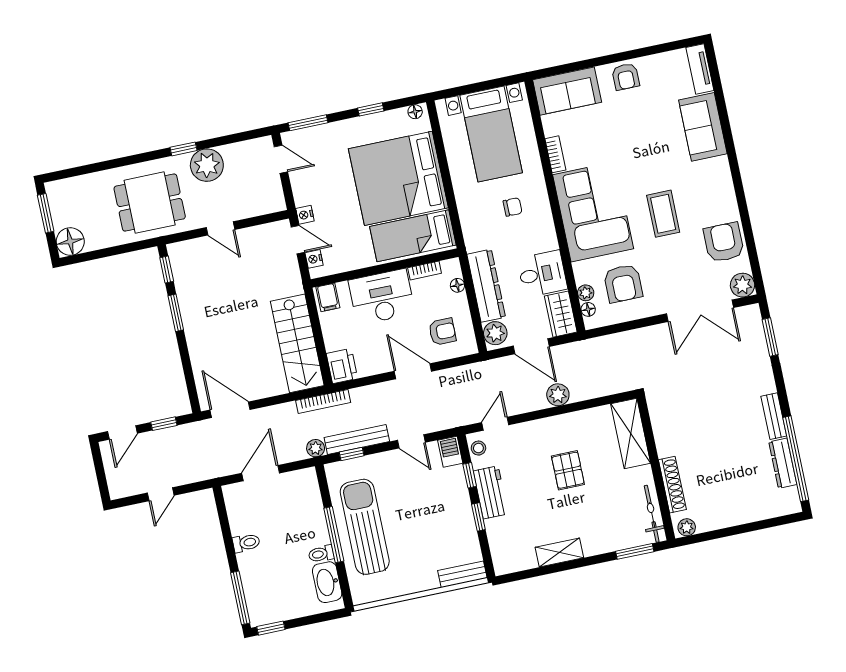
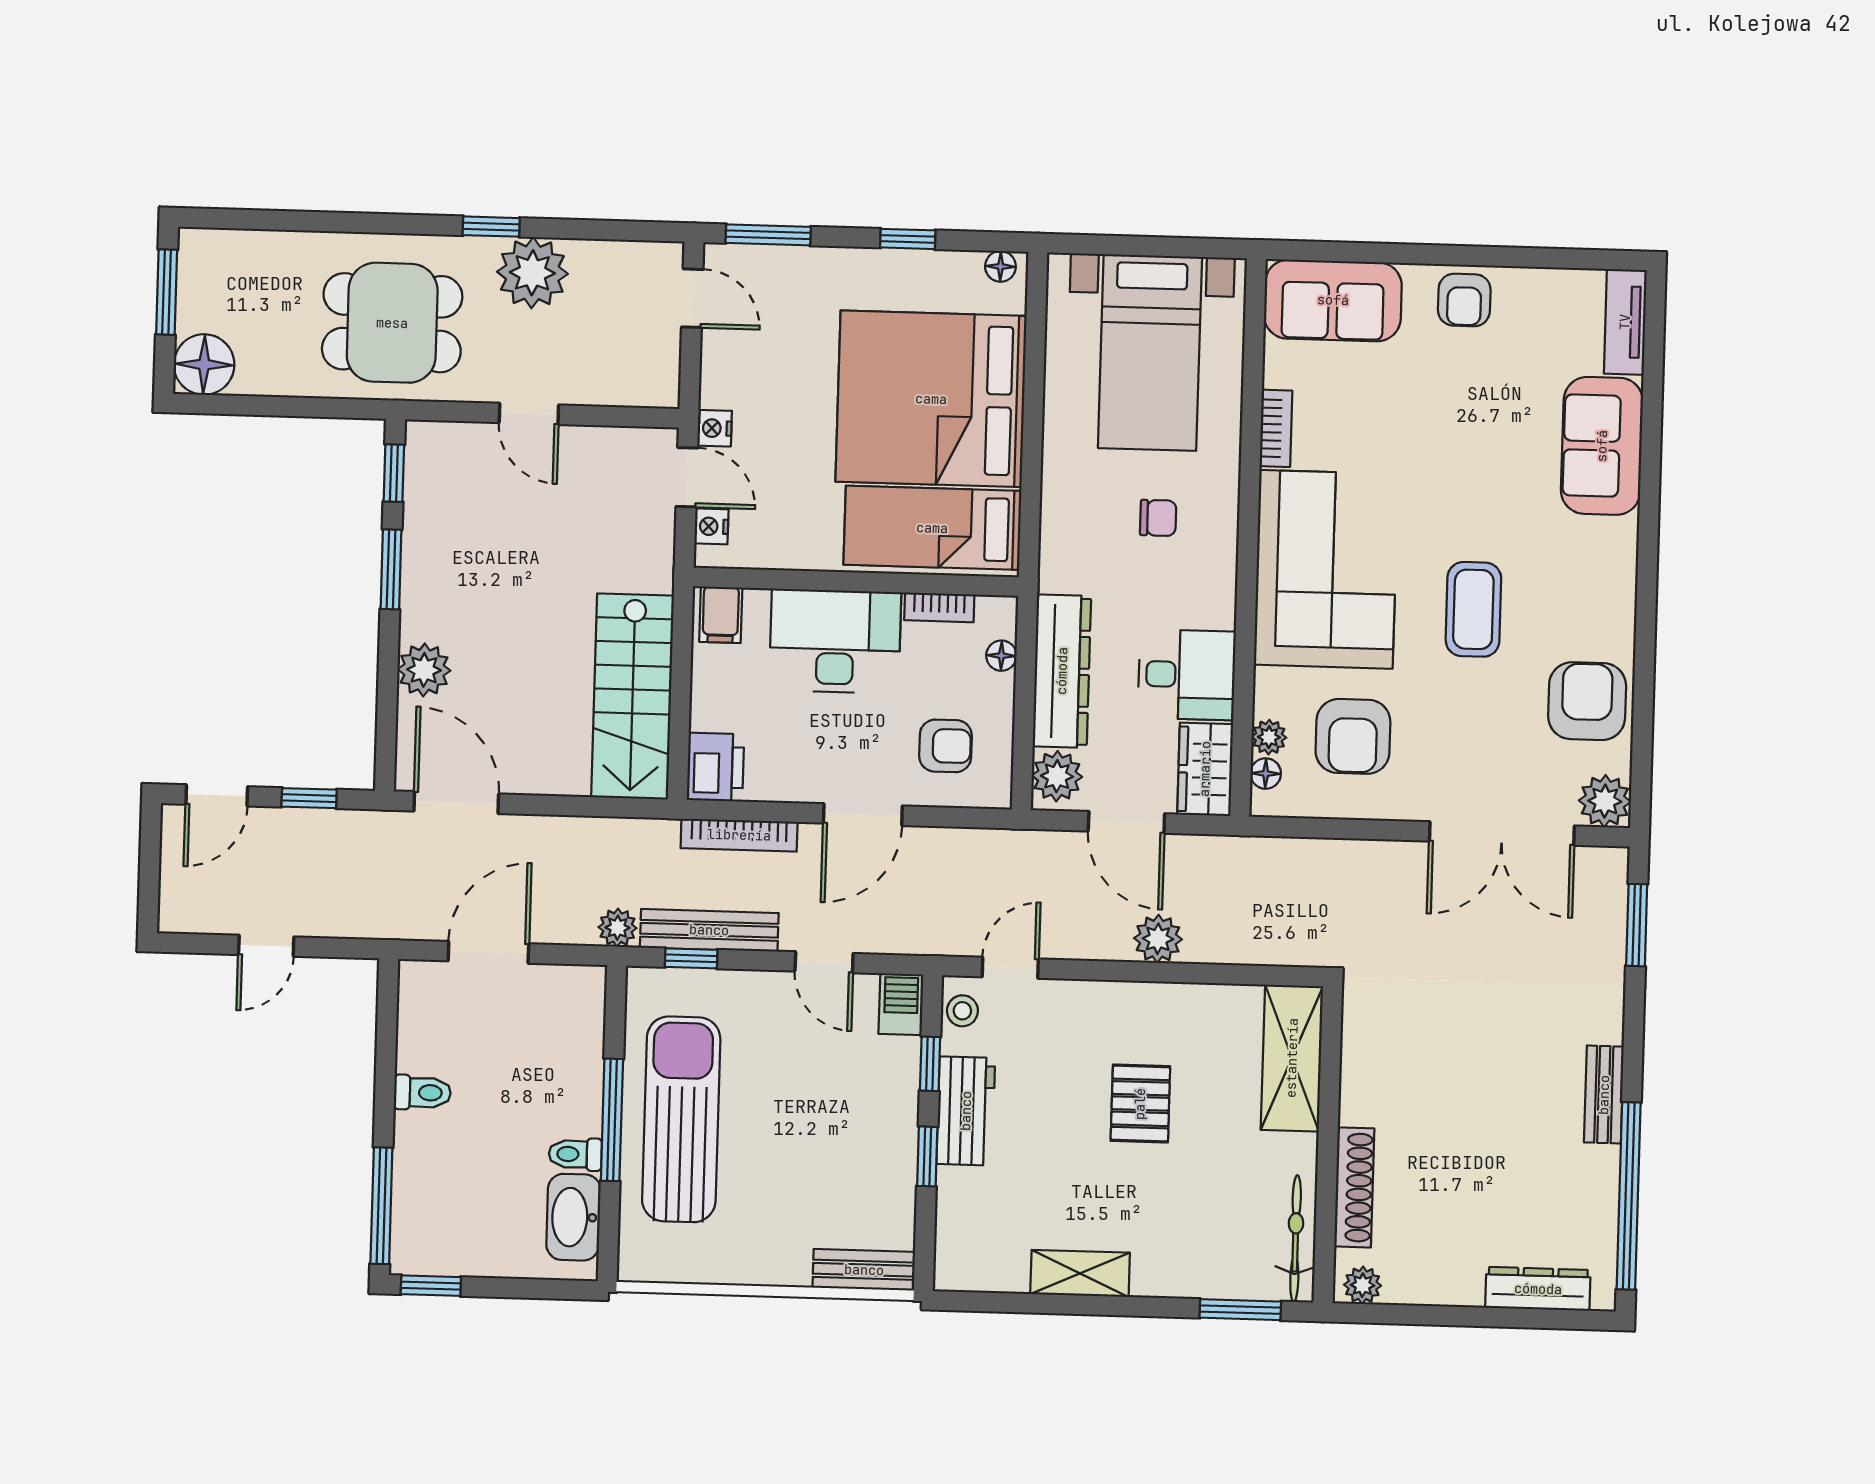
plant: (201, 354) -> (424, 670), added
door: (413, 371) -> (863, 815), swing flipped
bookcase: (323, 401) -> (739, 835), moved
dresser: (783, 463) -> (1538, 1289), moved, turned 90

